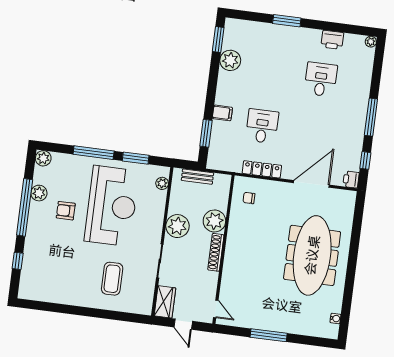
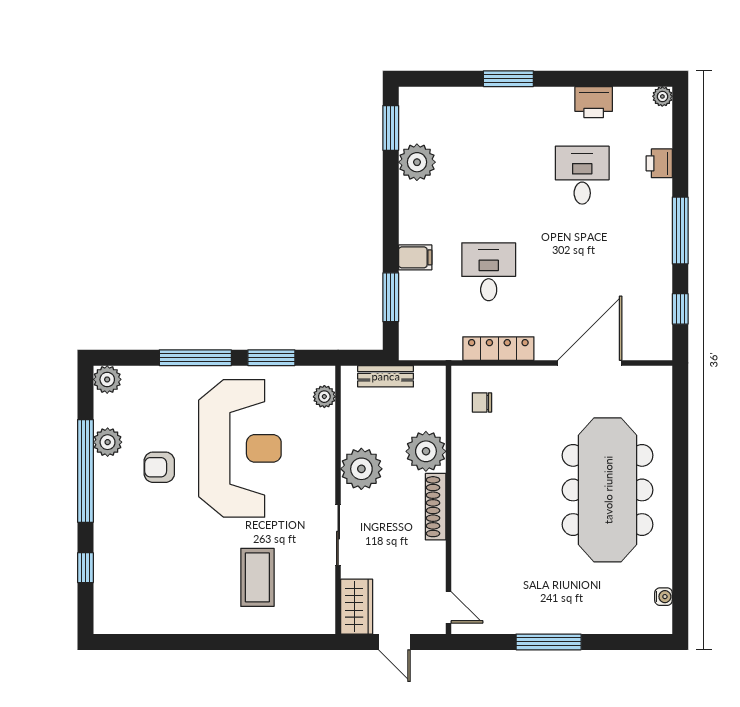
printer: (351, 179) -> (659, 163), moved

